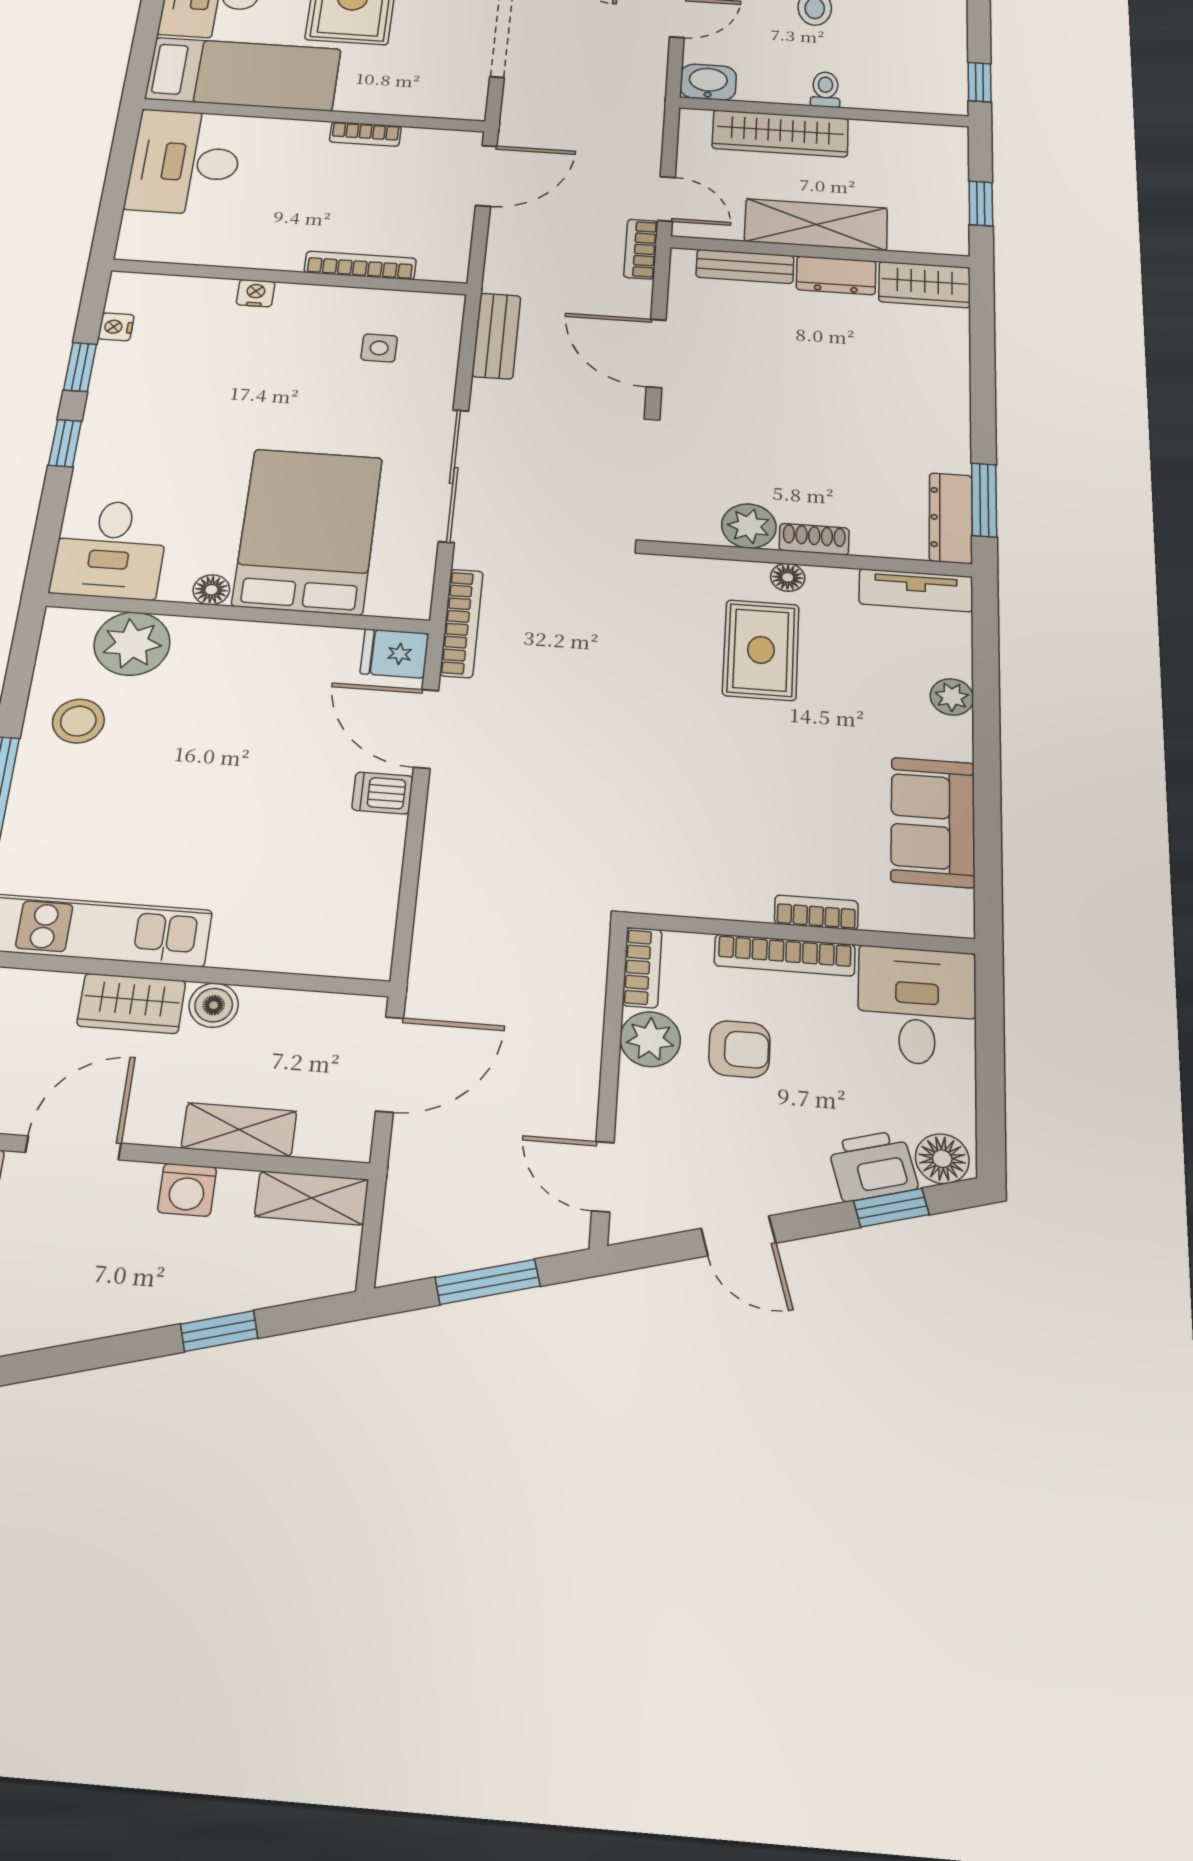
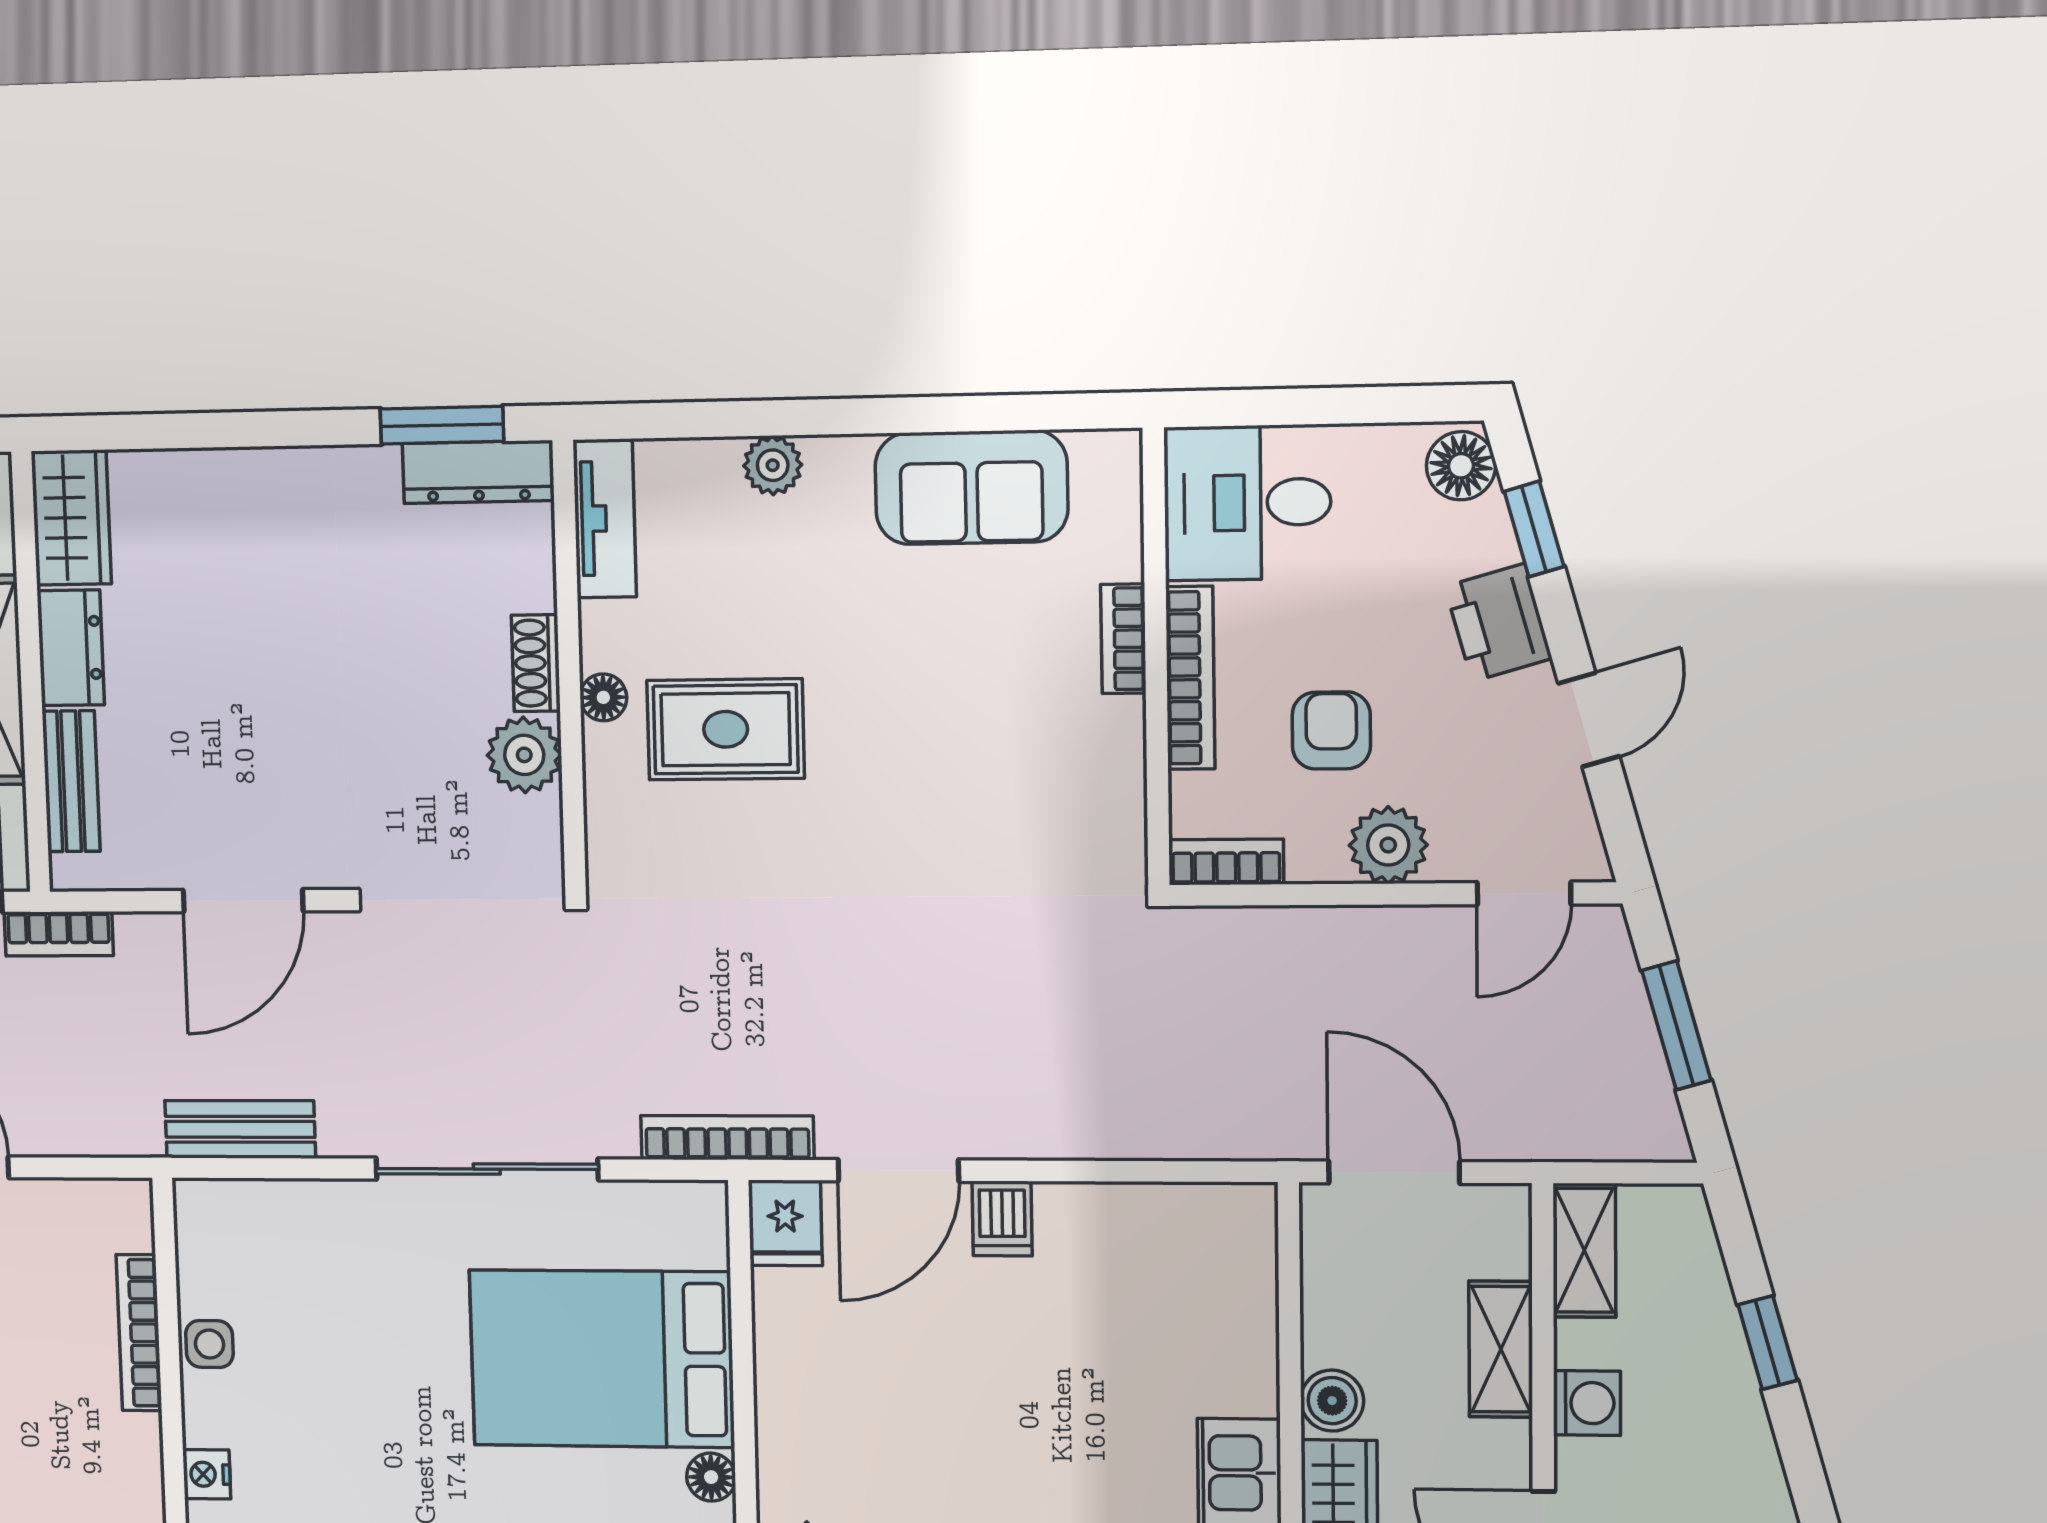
side table: (379, 348) -> (209, 1344), moved
plant: (650, 1039) -> (1388, 845), moved
printer: (873, 1166) -> (1498, 623), moved

